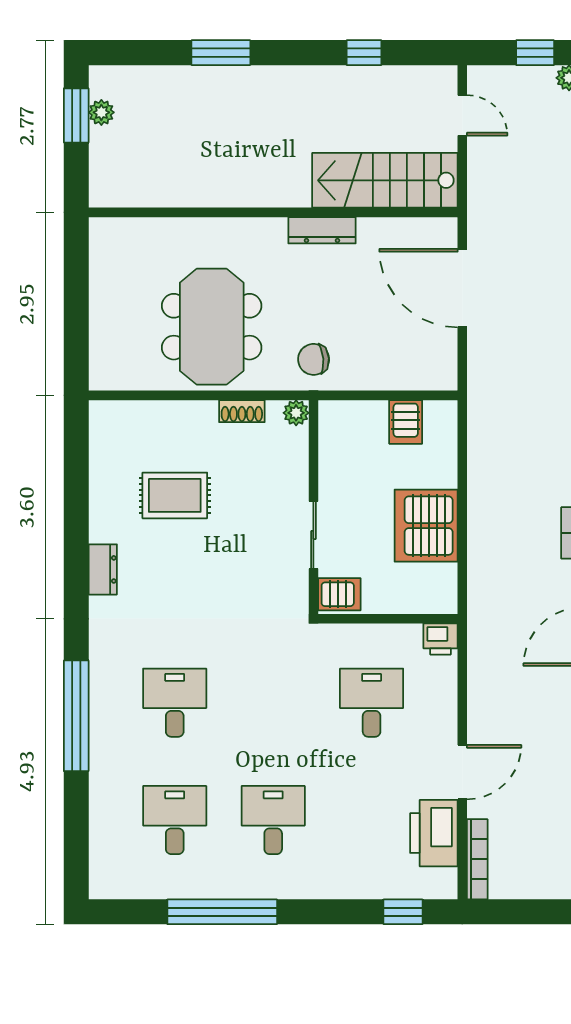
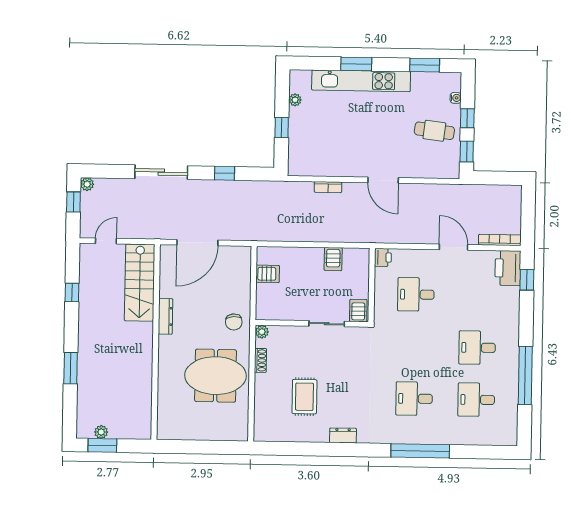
server rack: (426, 526) -> (333, 259), width x0.46, depth x0.70
printer: (434, 833) -> (508, 268), moved, turned 90

